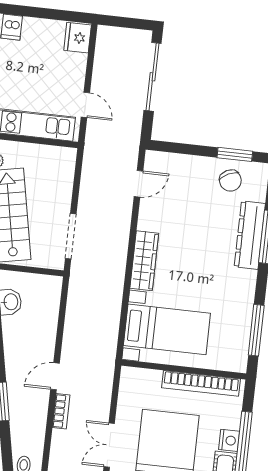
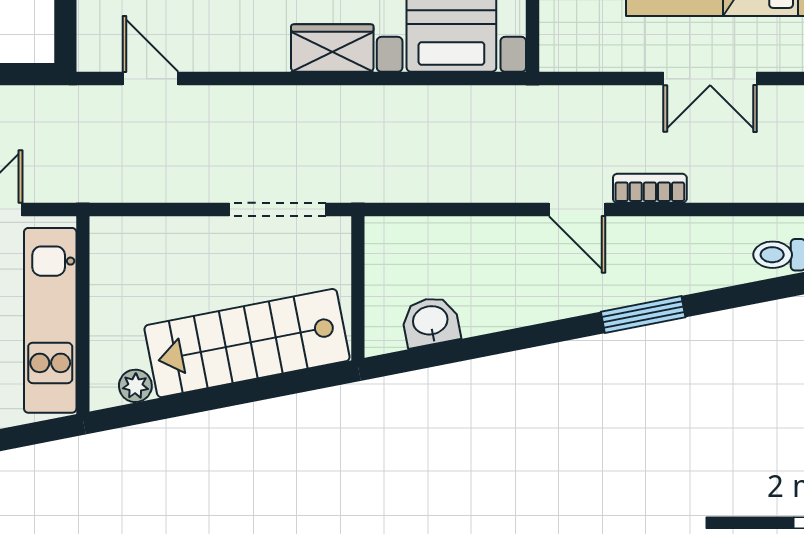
wardrobe: (144, 261) -> (332, 48), width x0.67

